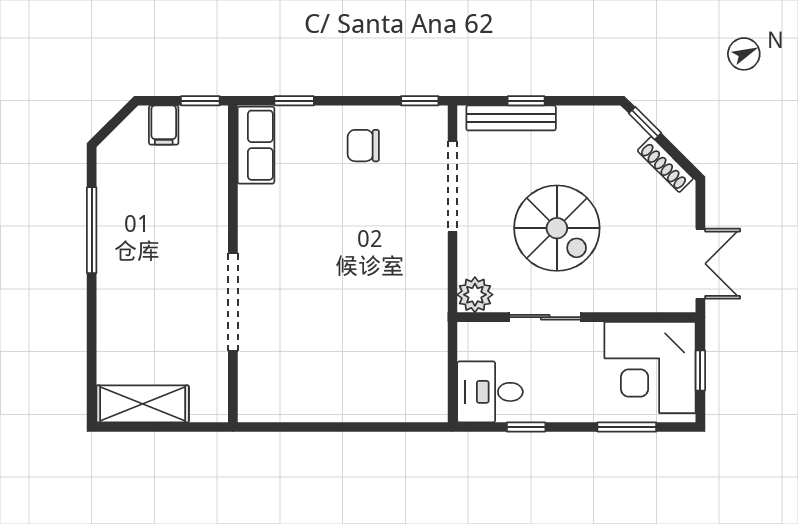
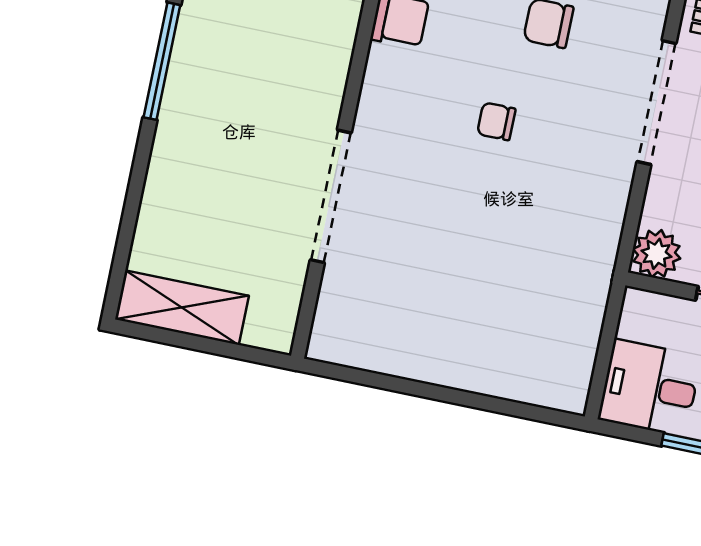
chair: (340, 224) -> (496, 121), added

